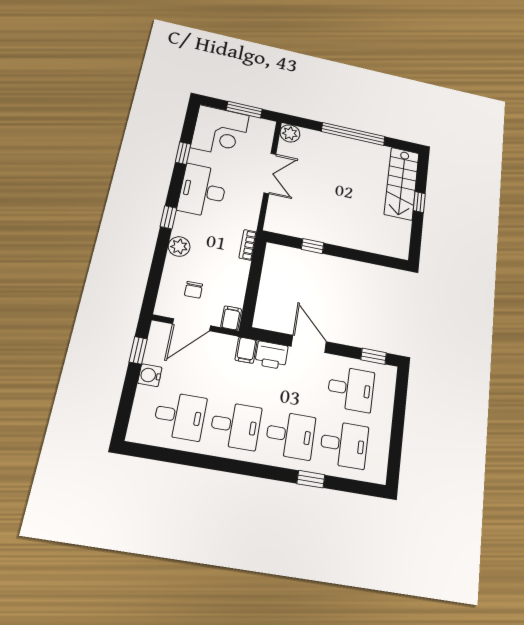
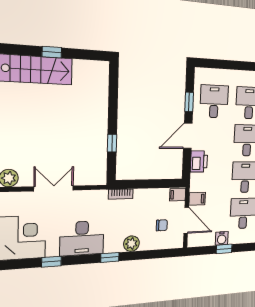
window: (138, 350) -> (224, 249), moved
filing cabinet: (246, 350) -> (197, 199), moved
window: (374, 356) -> (189, 102), moved

